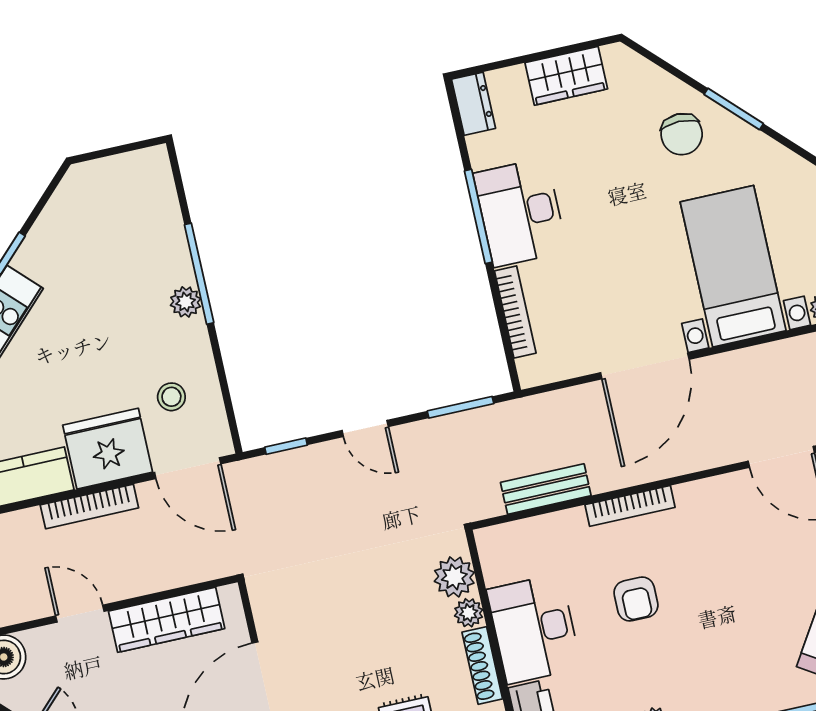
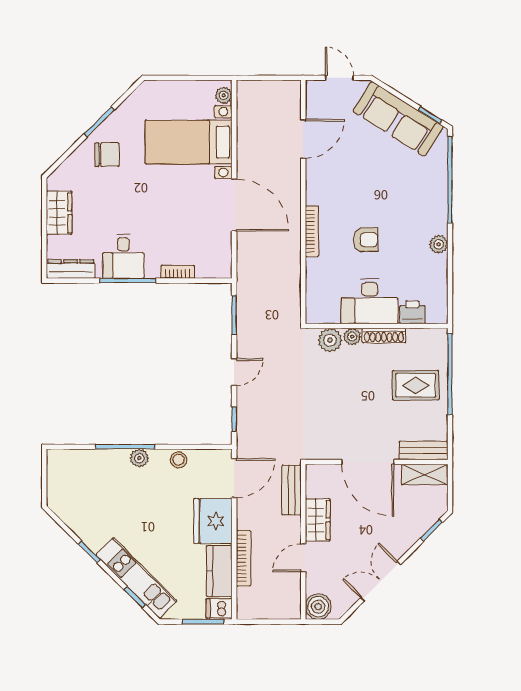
dresser: (474, 104) -> (71, 269), width x1.44
desk: (520, 212) -> (123, 256), width x0.73
bookcase: (515, 312) -> (178, 272), width x0.64
stool: (171, 397) -> (178, 460), moved
bench: (546, 489) -> (292, 490), moved
bookcase: (89, 506) -> (243, 558), moved
wardrobe: (167, 620) -> (318, 520), width x0.67

